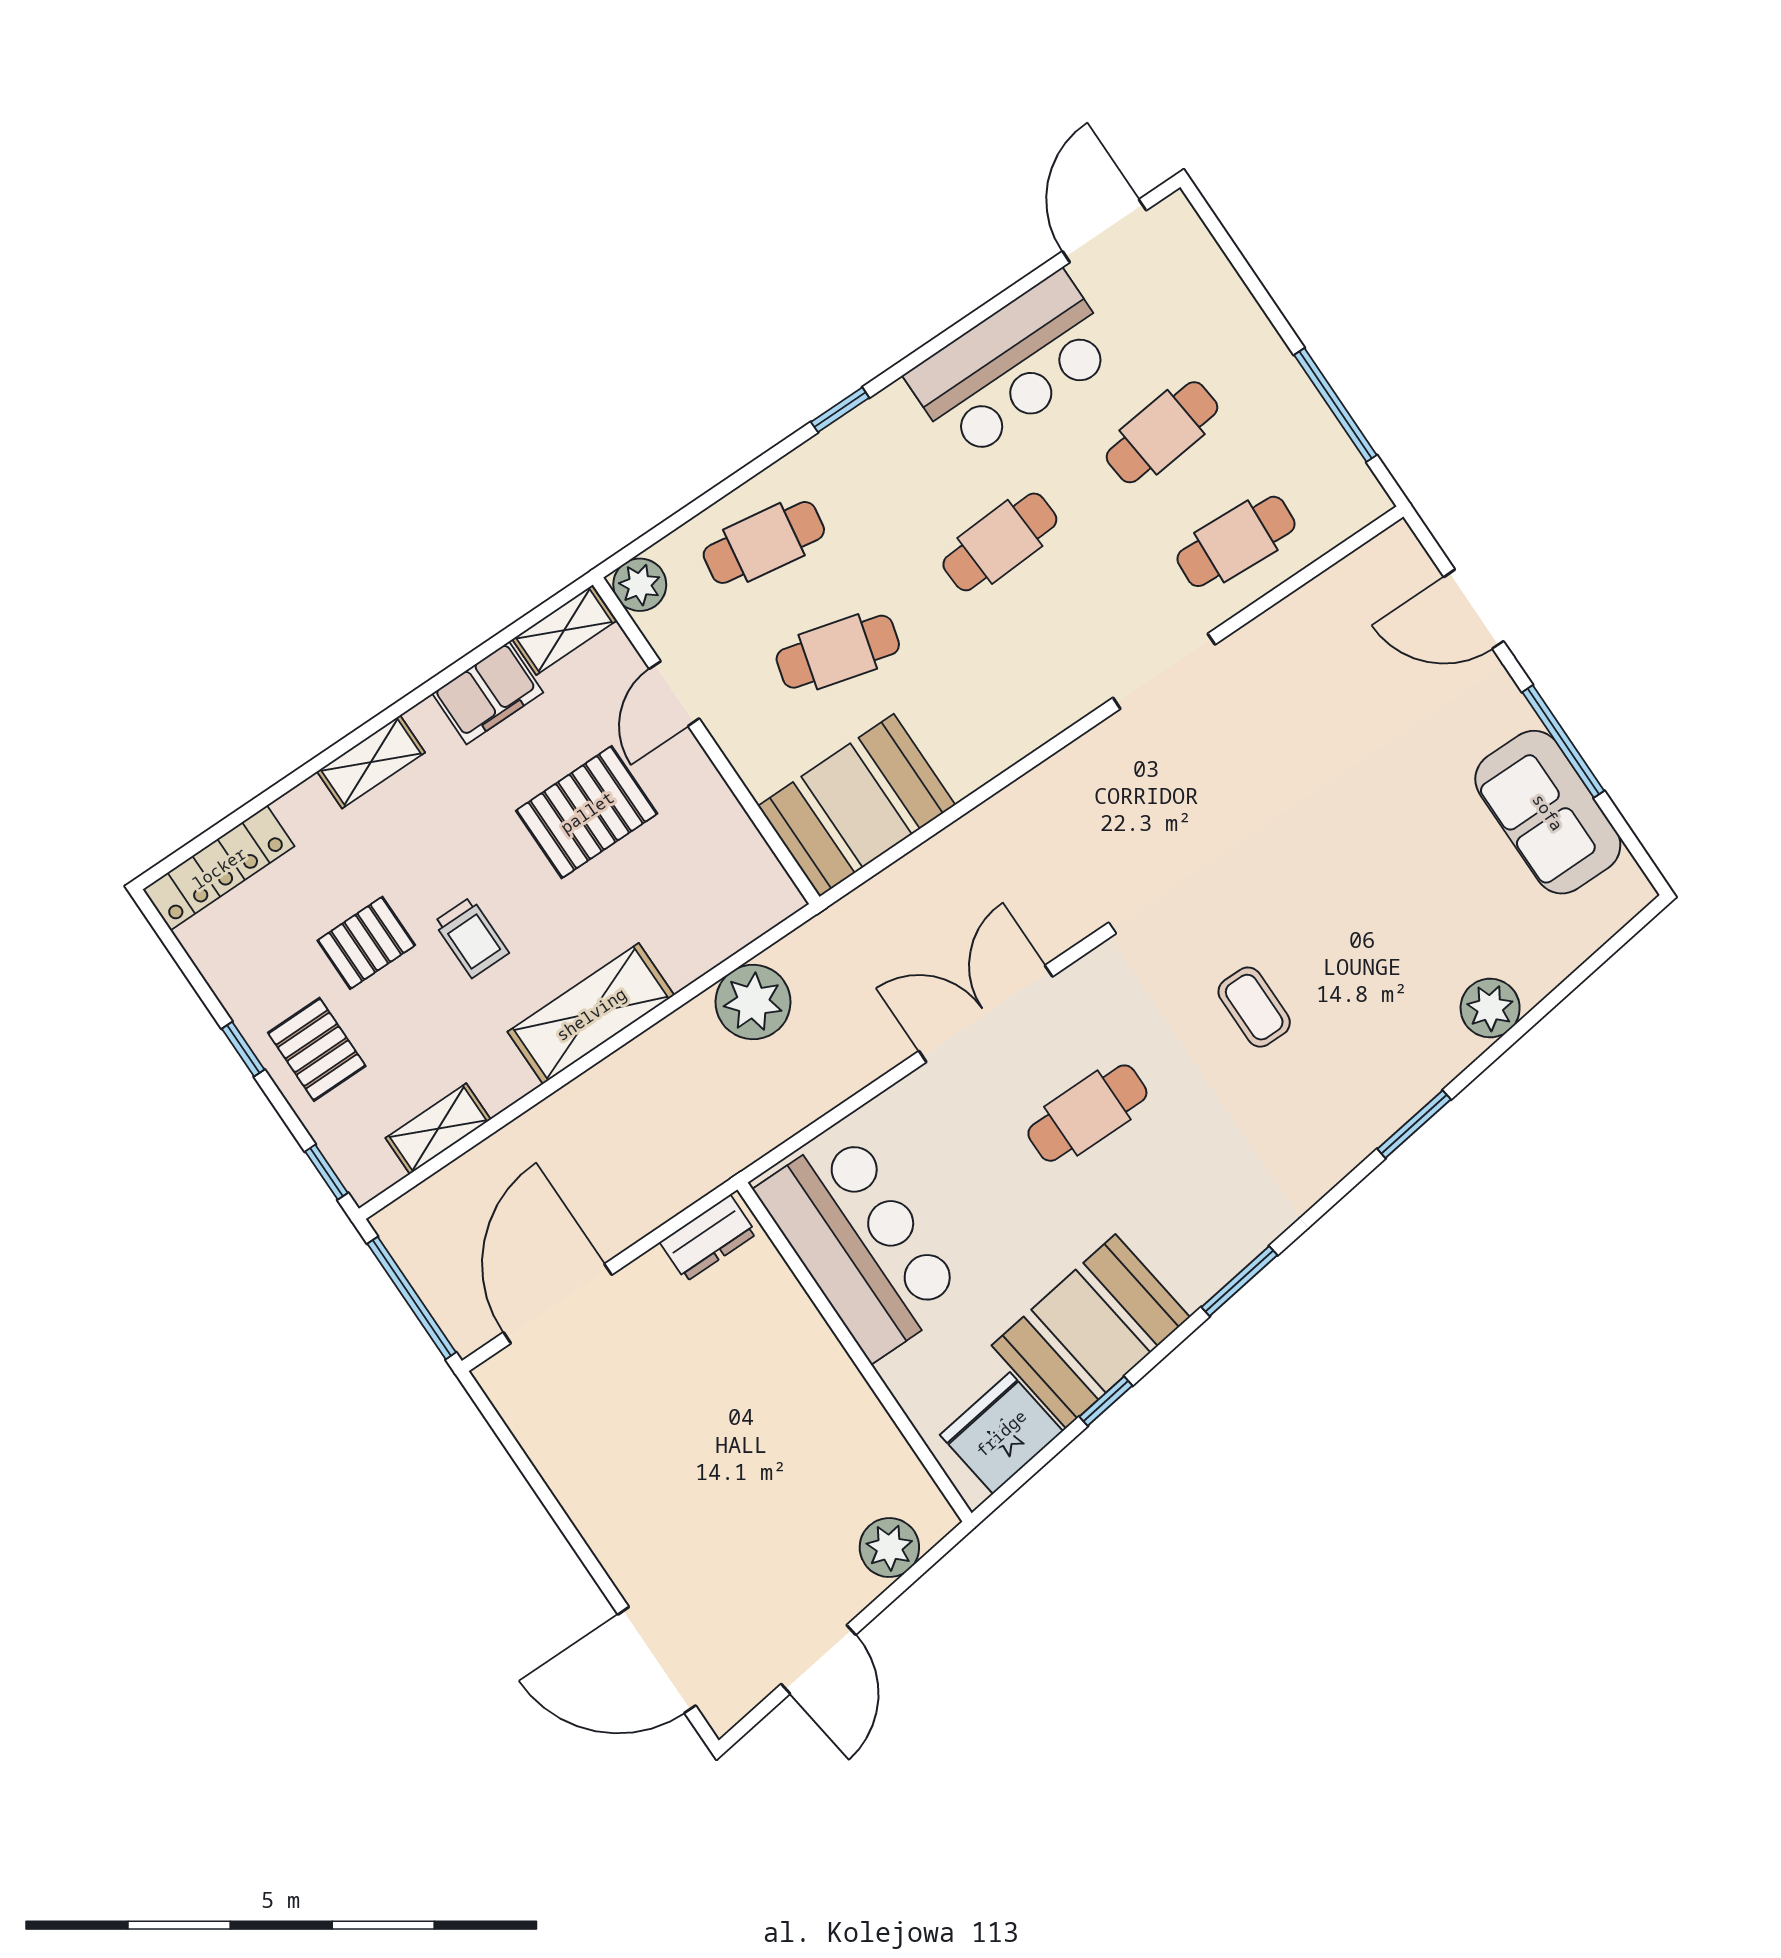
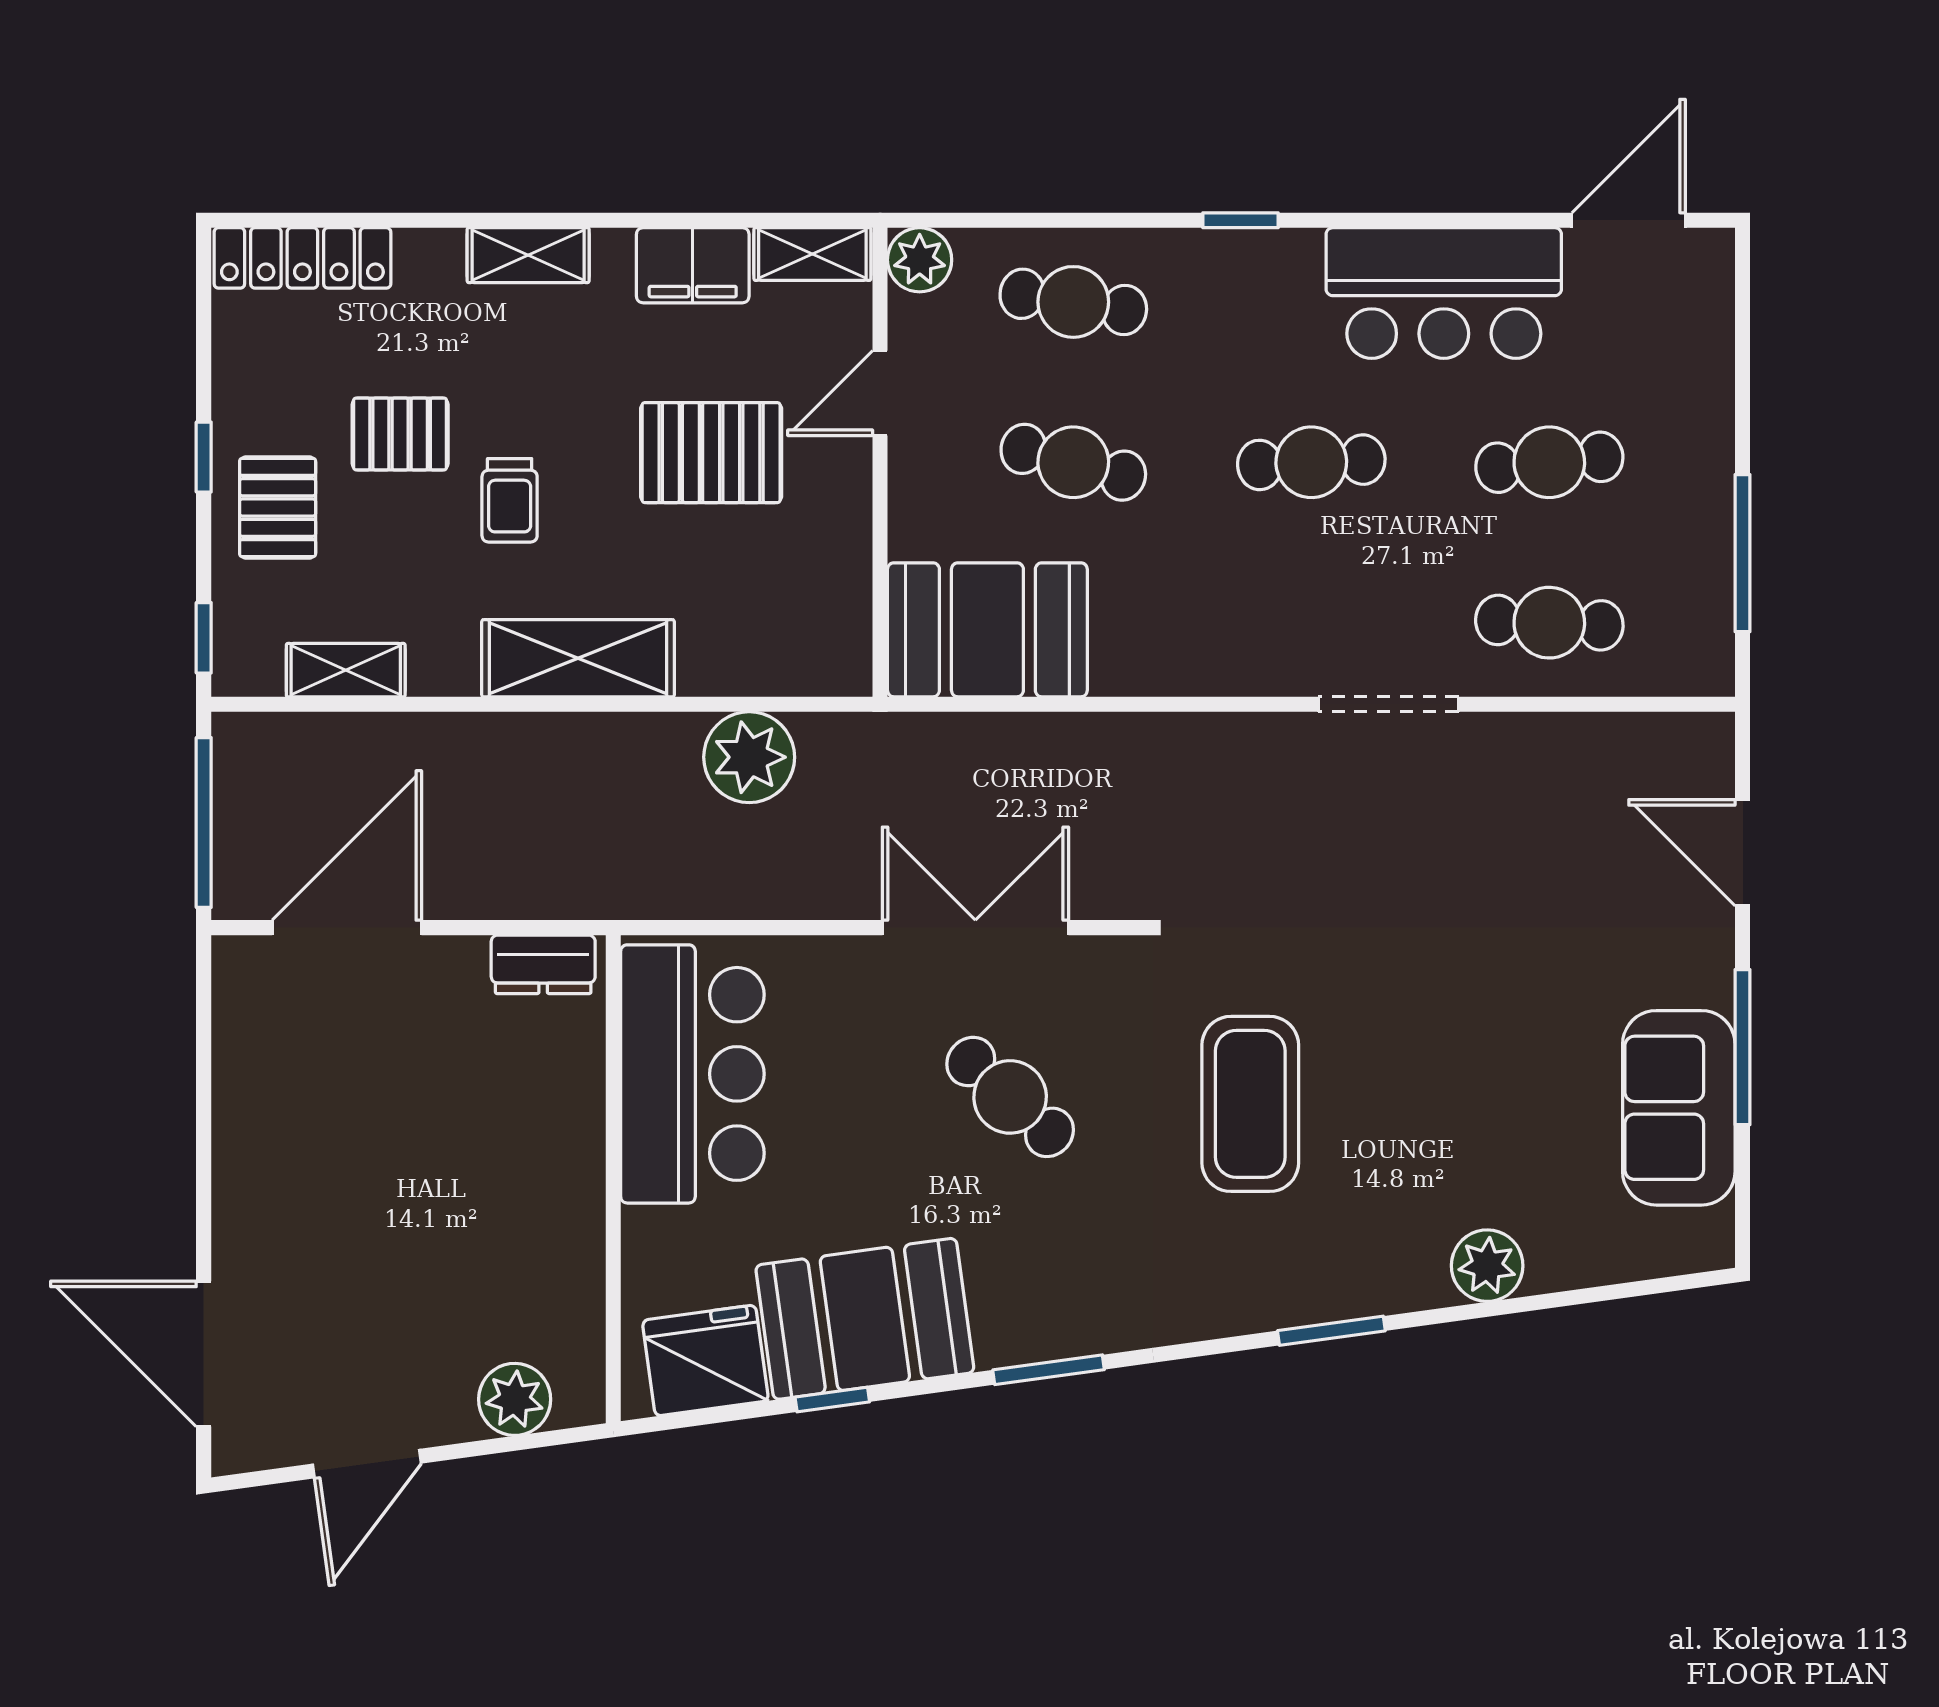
coffee table: (1254, 1007) -> (1250, 1104), width x1.86, depth x1.72
cafe table: (1087, 1113) -> (1010, 1097), turned 42

